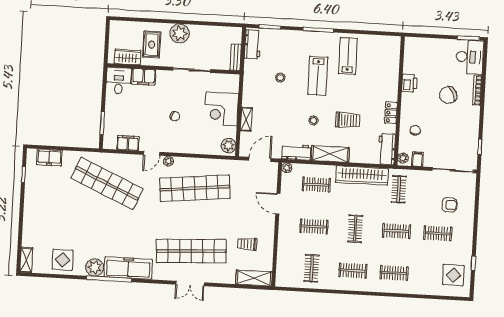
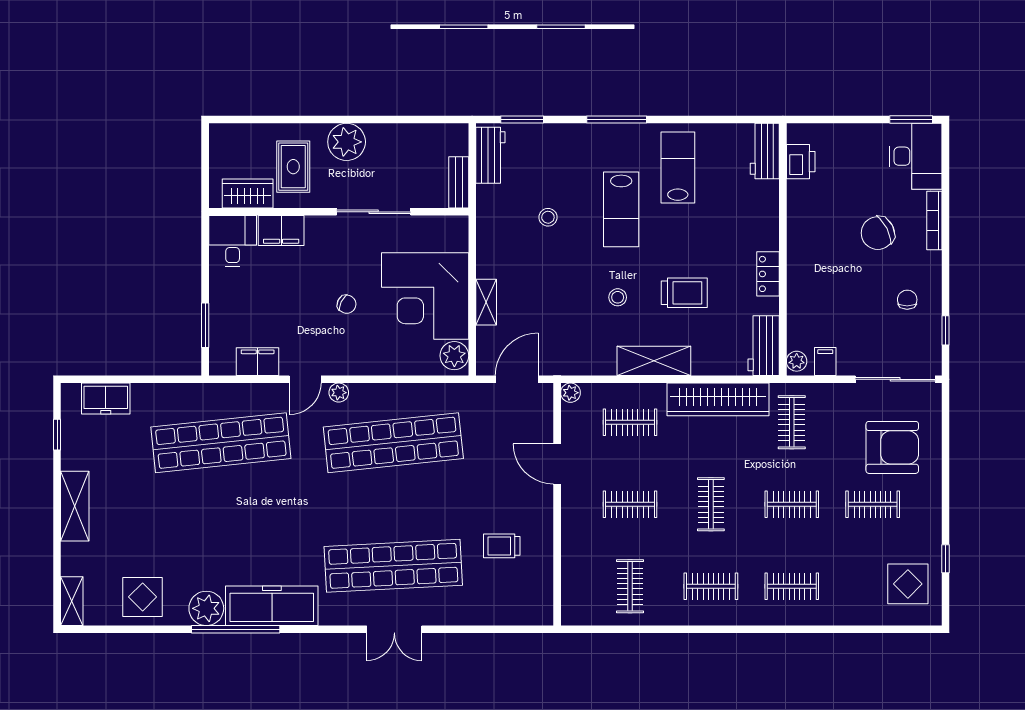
printer: (409, 83) -> (801, 162), moved
corner desk: (221, 109) -> (425, 296), width x1.36, depth x1.36
chair: (415, 130) -> (907, 300), moved
workbench: (296, 152) -> (765, 151), moved, turned -90
shop shelf: (107, 183) -> (221, 443), turned -30
armchair: (449, 205) -> (892, 447), width x1.88, depth x1.88
shelving: (254, 278) -> (75, 506), moved, turned 90

